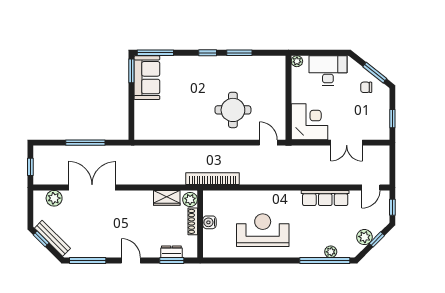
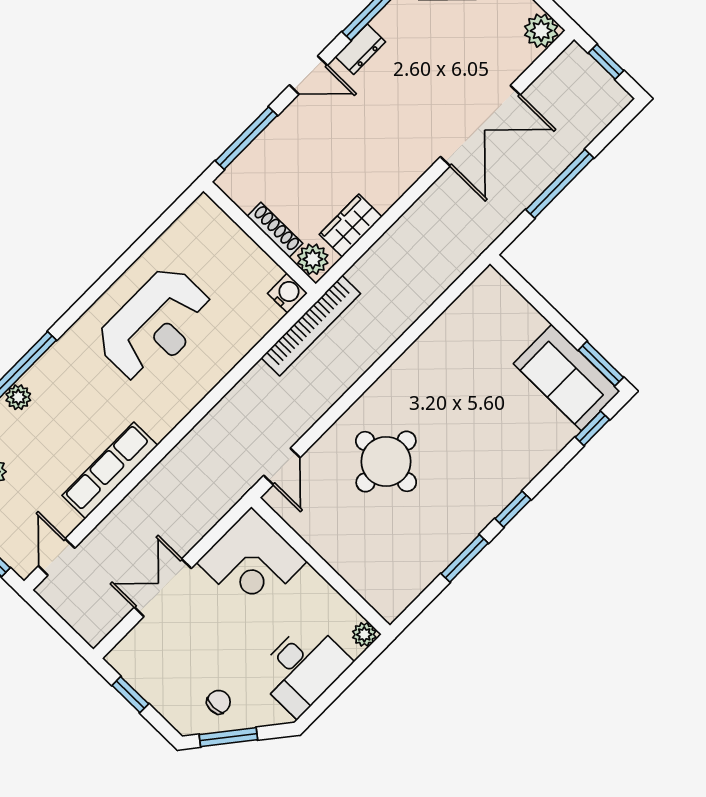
window: (155, 53) -> (592, 428), width x0.46
door: (268, 143) -> (282, 467), hinge flipped
plant: (54, 198) -> (541, 31), moved
water cooler: (209, 222) -> (287, 293), moved
dresser: (171, 252) -> (360, 49), moved
window: (172, 260) -> (246, 138), width x1.44

